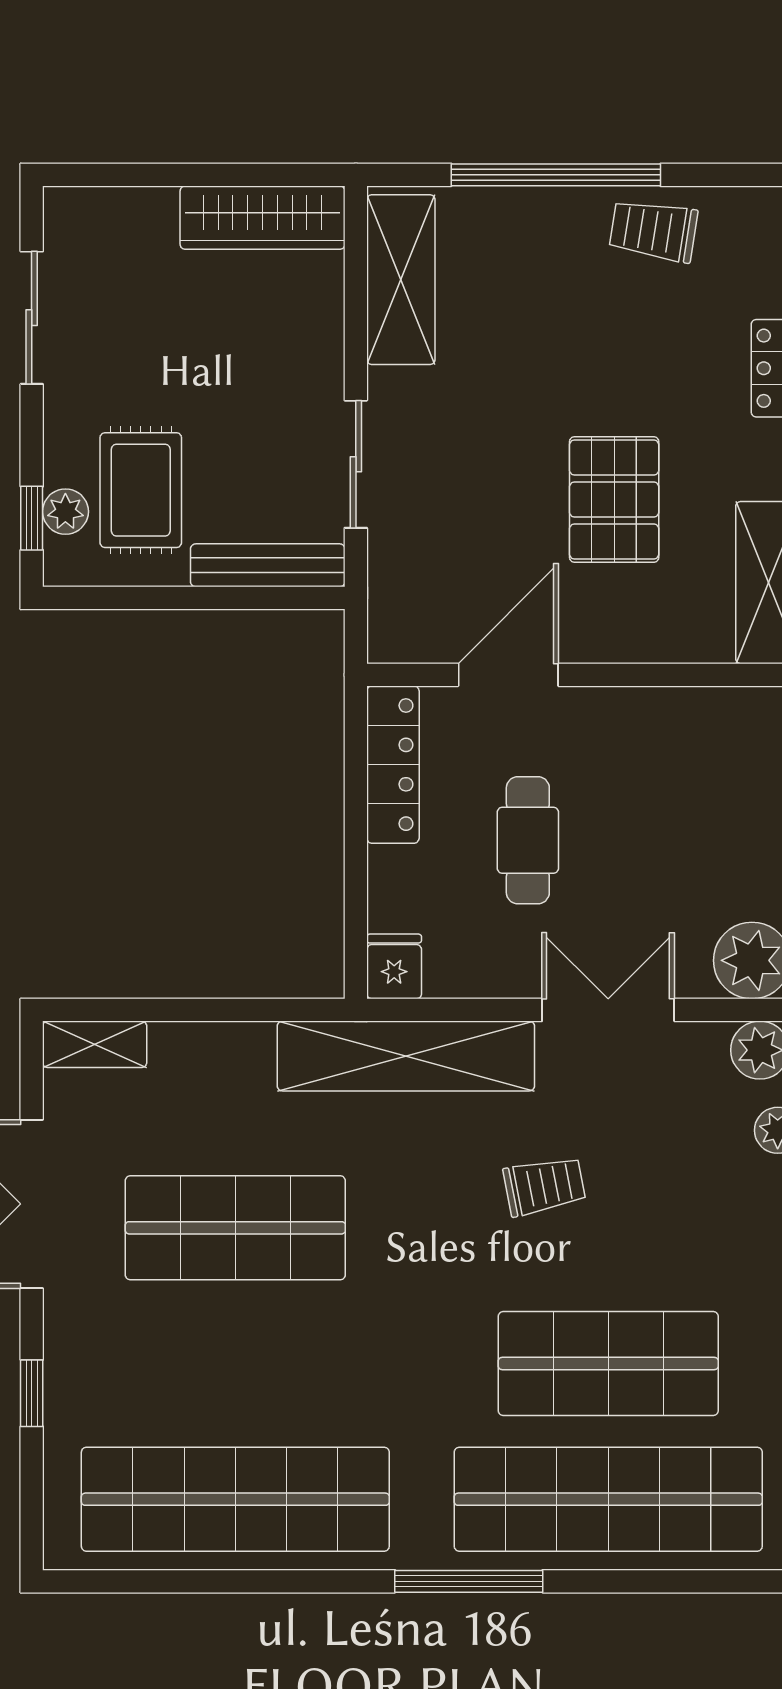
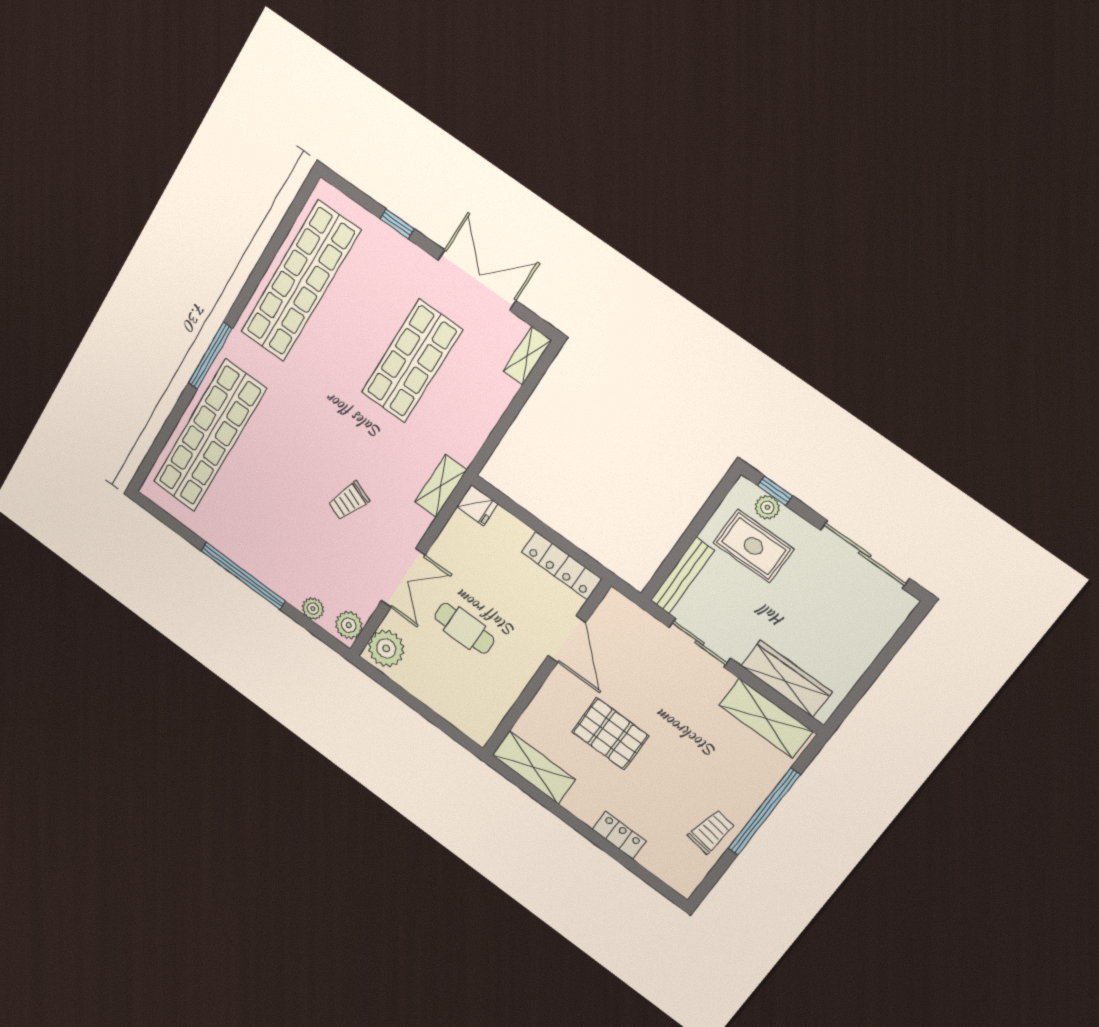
wardrobe: (263, 218) -> (787, 679), moved, turned 90
sliding door: (32, 318) -> (865, 554), width x1.37
cafe table: (528, 840) -> (464, 628), moved
shelving: (406, 1056) -> (441, 486), width x0.45, depth x0.75
trolley: (544, 1186) -> (349, 501), turned 32
shop shelf: (608, 1364) -> (263, 475), removed

